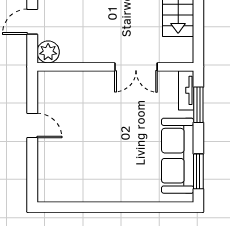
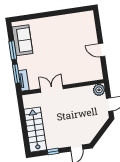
sofa: (178, 156) -> (22, 40), width x0.73
window: (198, 171) -> (13, 50), moved

